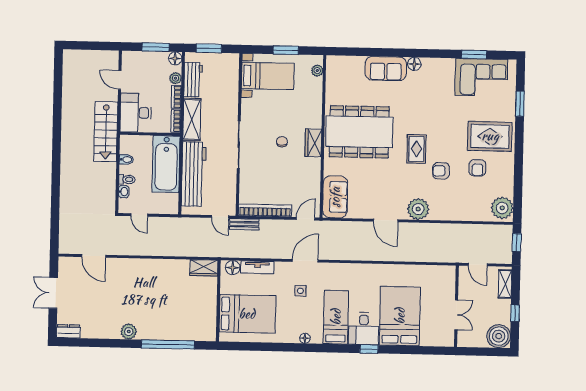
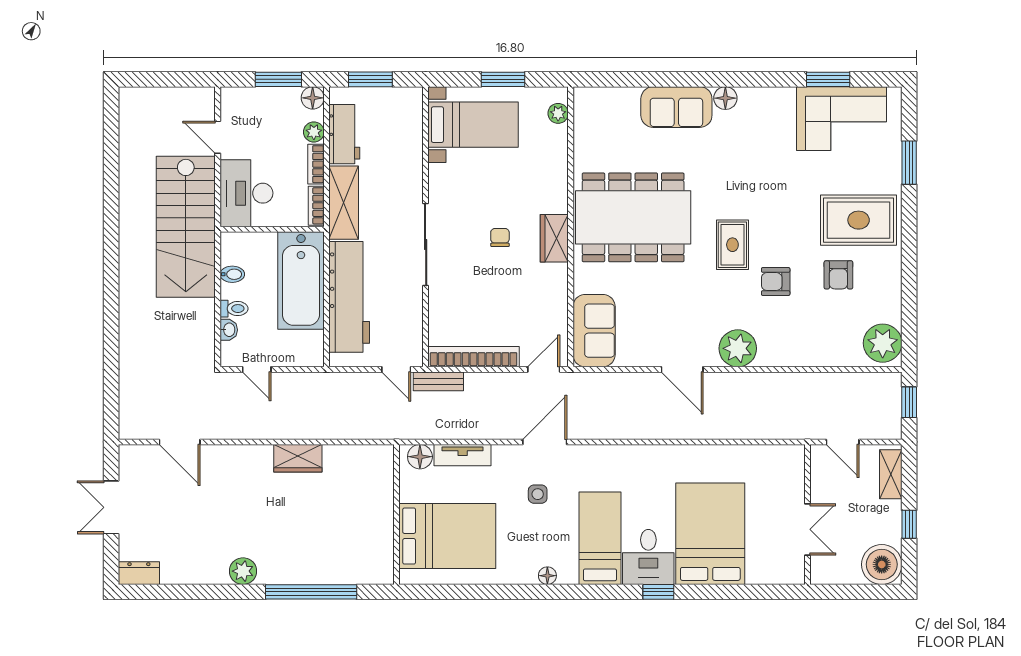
stairs: (106, 132) -> (186, 227), width x1.36, depth x1.51
wardrobe: (204, 268) -> (298, 458), moved

